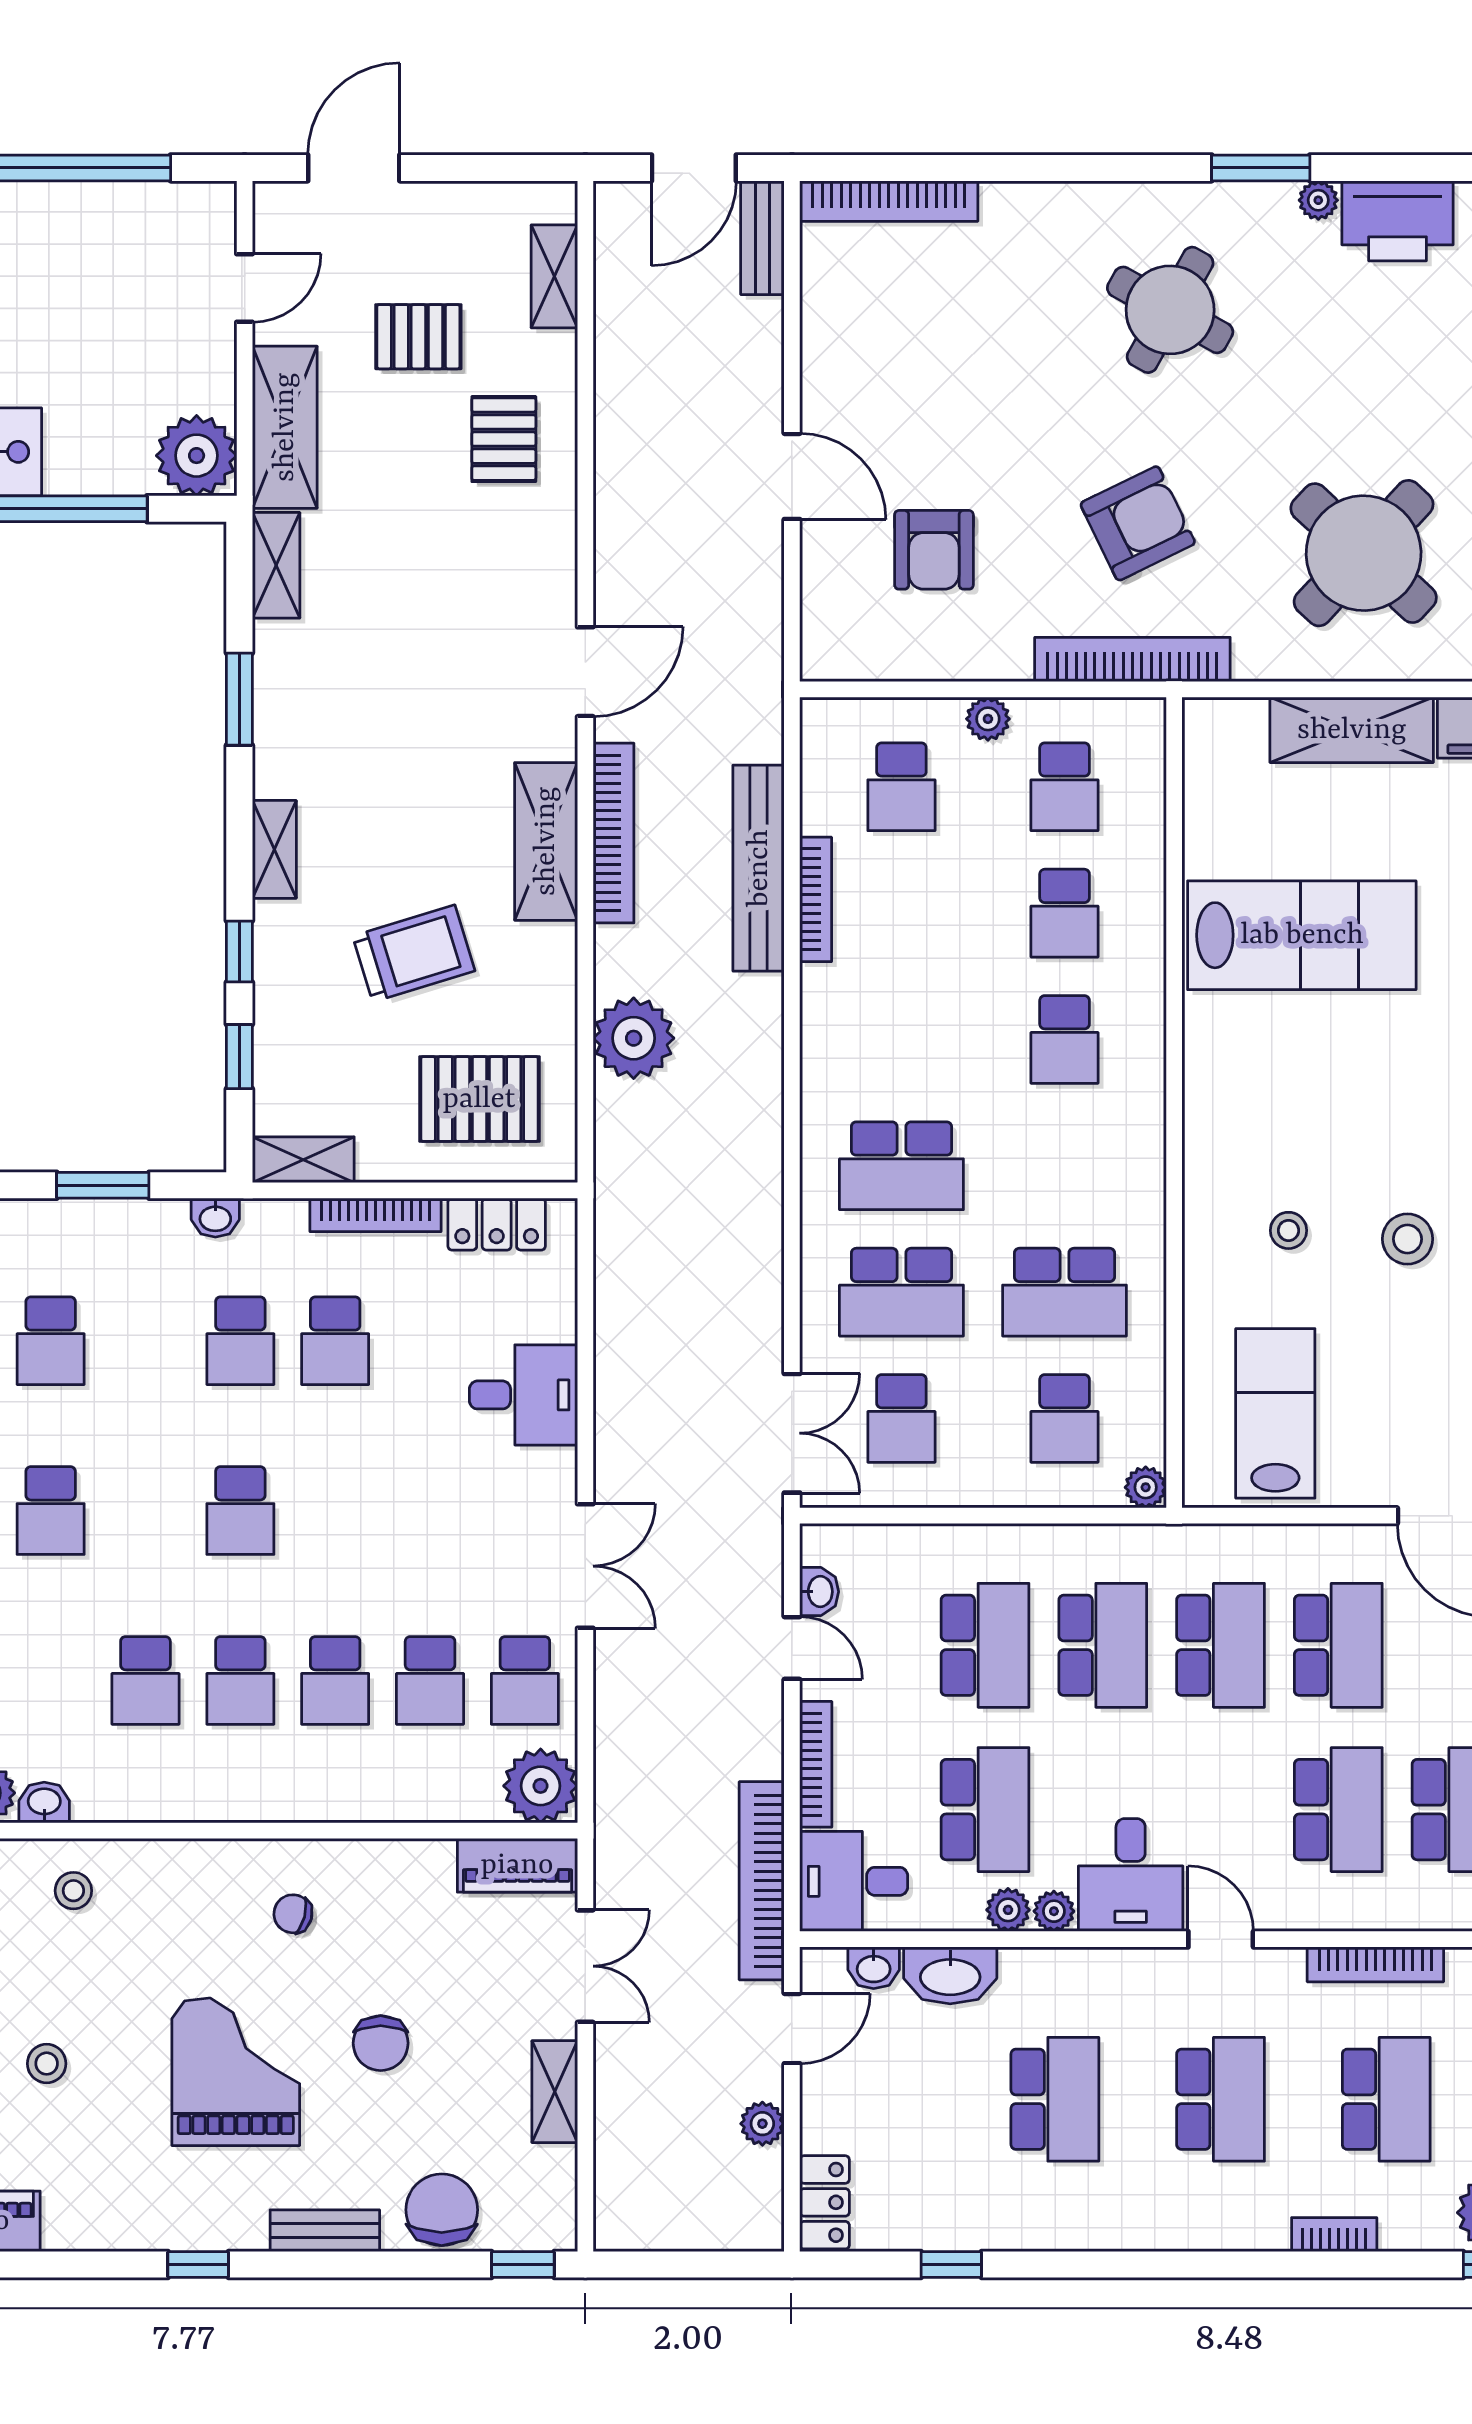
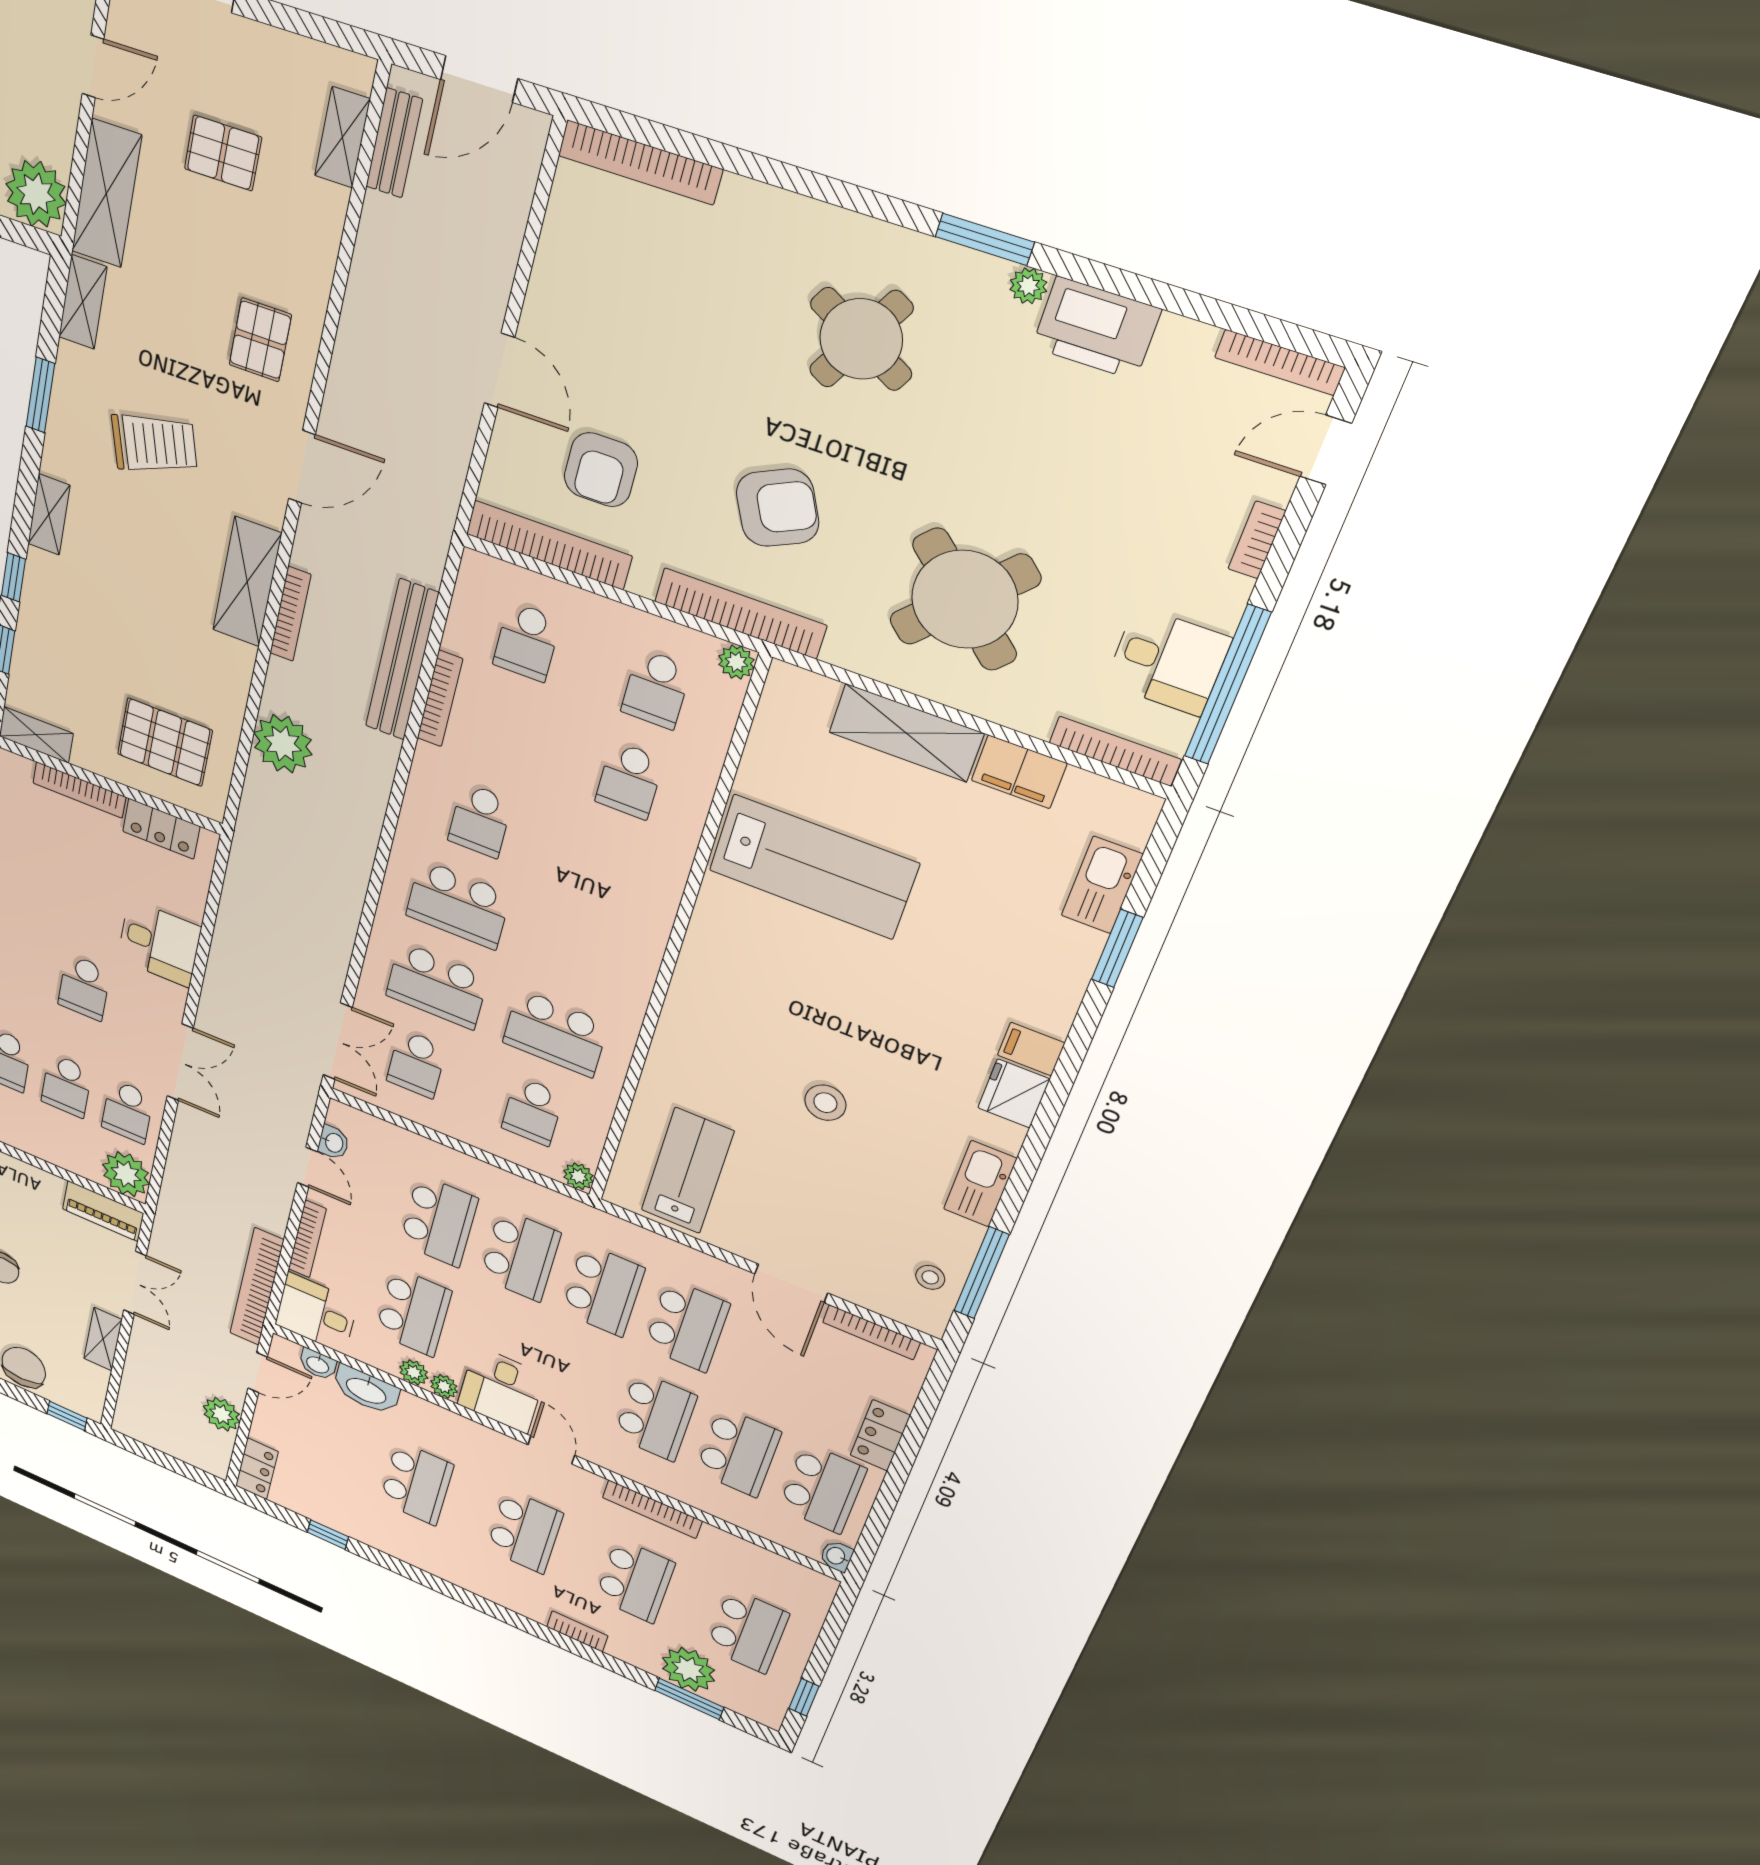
bench: (762, 238) -> (394, 143), moved
pallet: (504, 439) -> (260, 340), moved
bookcase: (898, 659) -> (549, 545), added
plant: (988, 719) -> (736, 662), moved
bookcase: (614, 833) -> (290, 614), width x0.68, depth x0.76
trolley: (414, 953) -> (154, 444), moved
school desk: (1065, 1039) -> (480, 820), moved
stool: (1288, 1230) -> (736, 1061), removed
school desk: (335, 1341) -> (84, 987), moved
plant: (762, 2124) -> (222, 1414), width x1.38, depth x1.38

